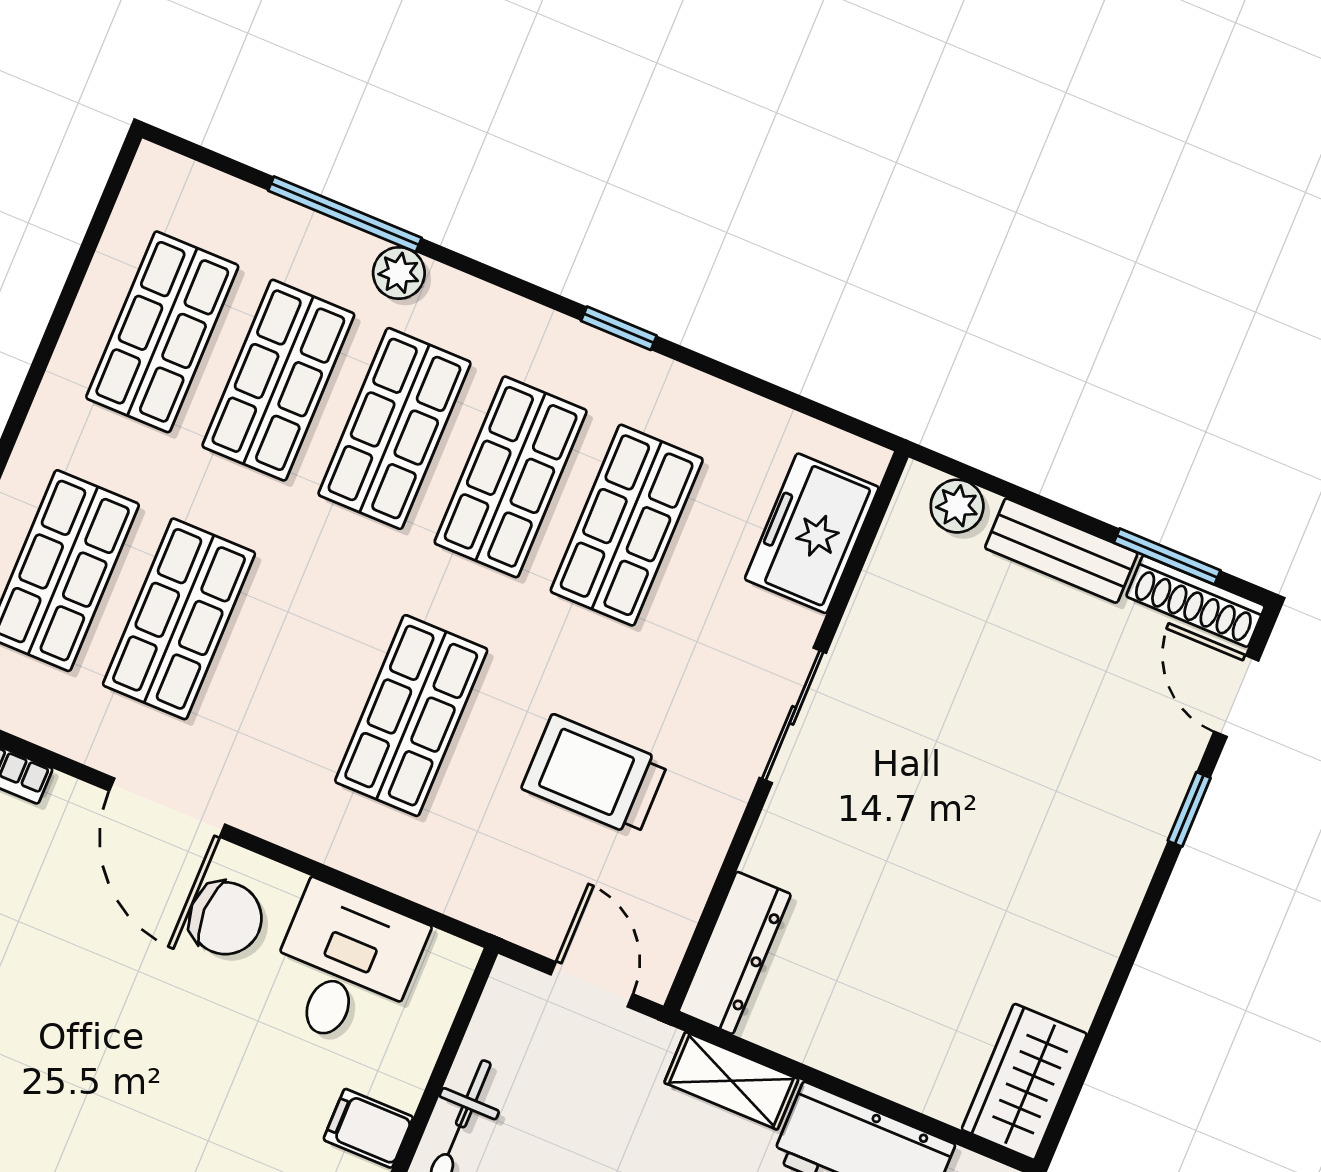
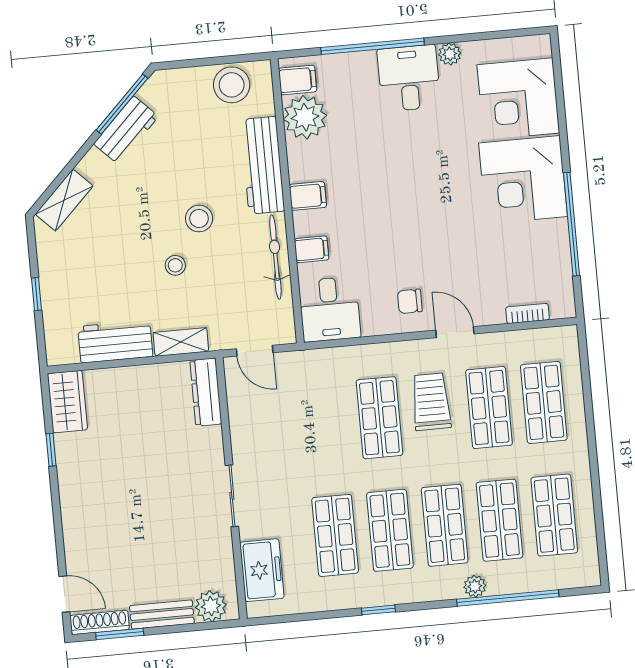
window: (345, 214) -> (508, 598), width x1.46
plant: (957, 506) -> (211, 606), width x1.38, depth x1.38
trolley: (595, 775) -> (431, 402), moved, turned -90
door: (167, 808) -> (455, 332), width x0.73
window: (1189, 809) -> (51, 450), moved
chair: (225, 918) -> (410, 301), width x0.73, depth x0.73
desk: (345, 967) -> (330, 309), moved

